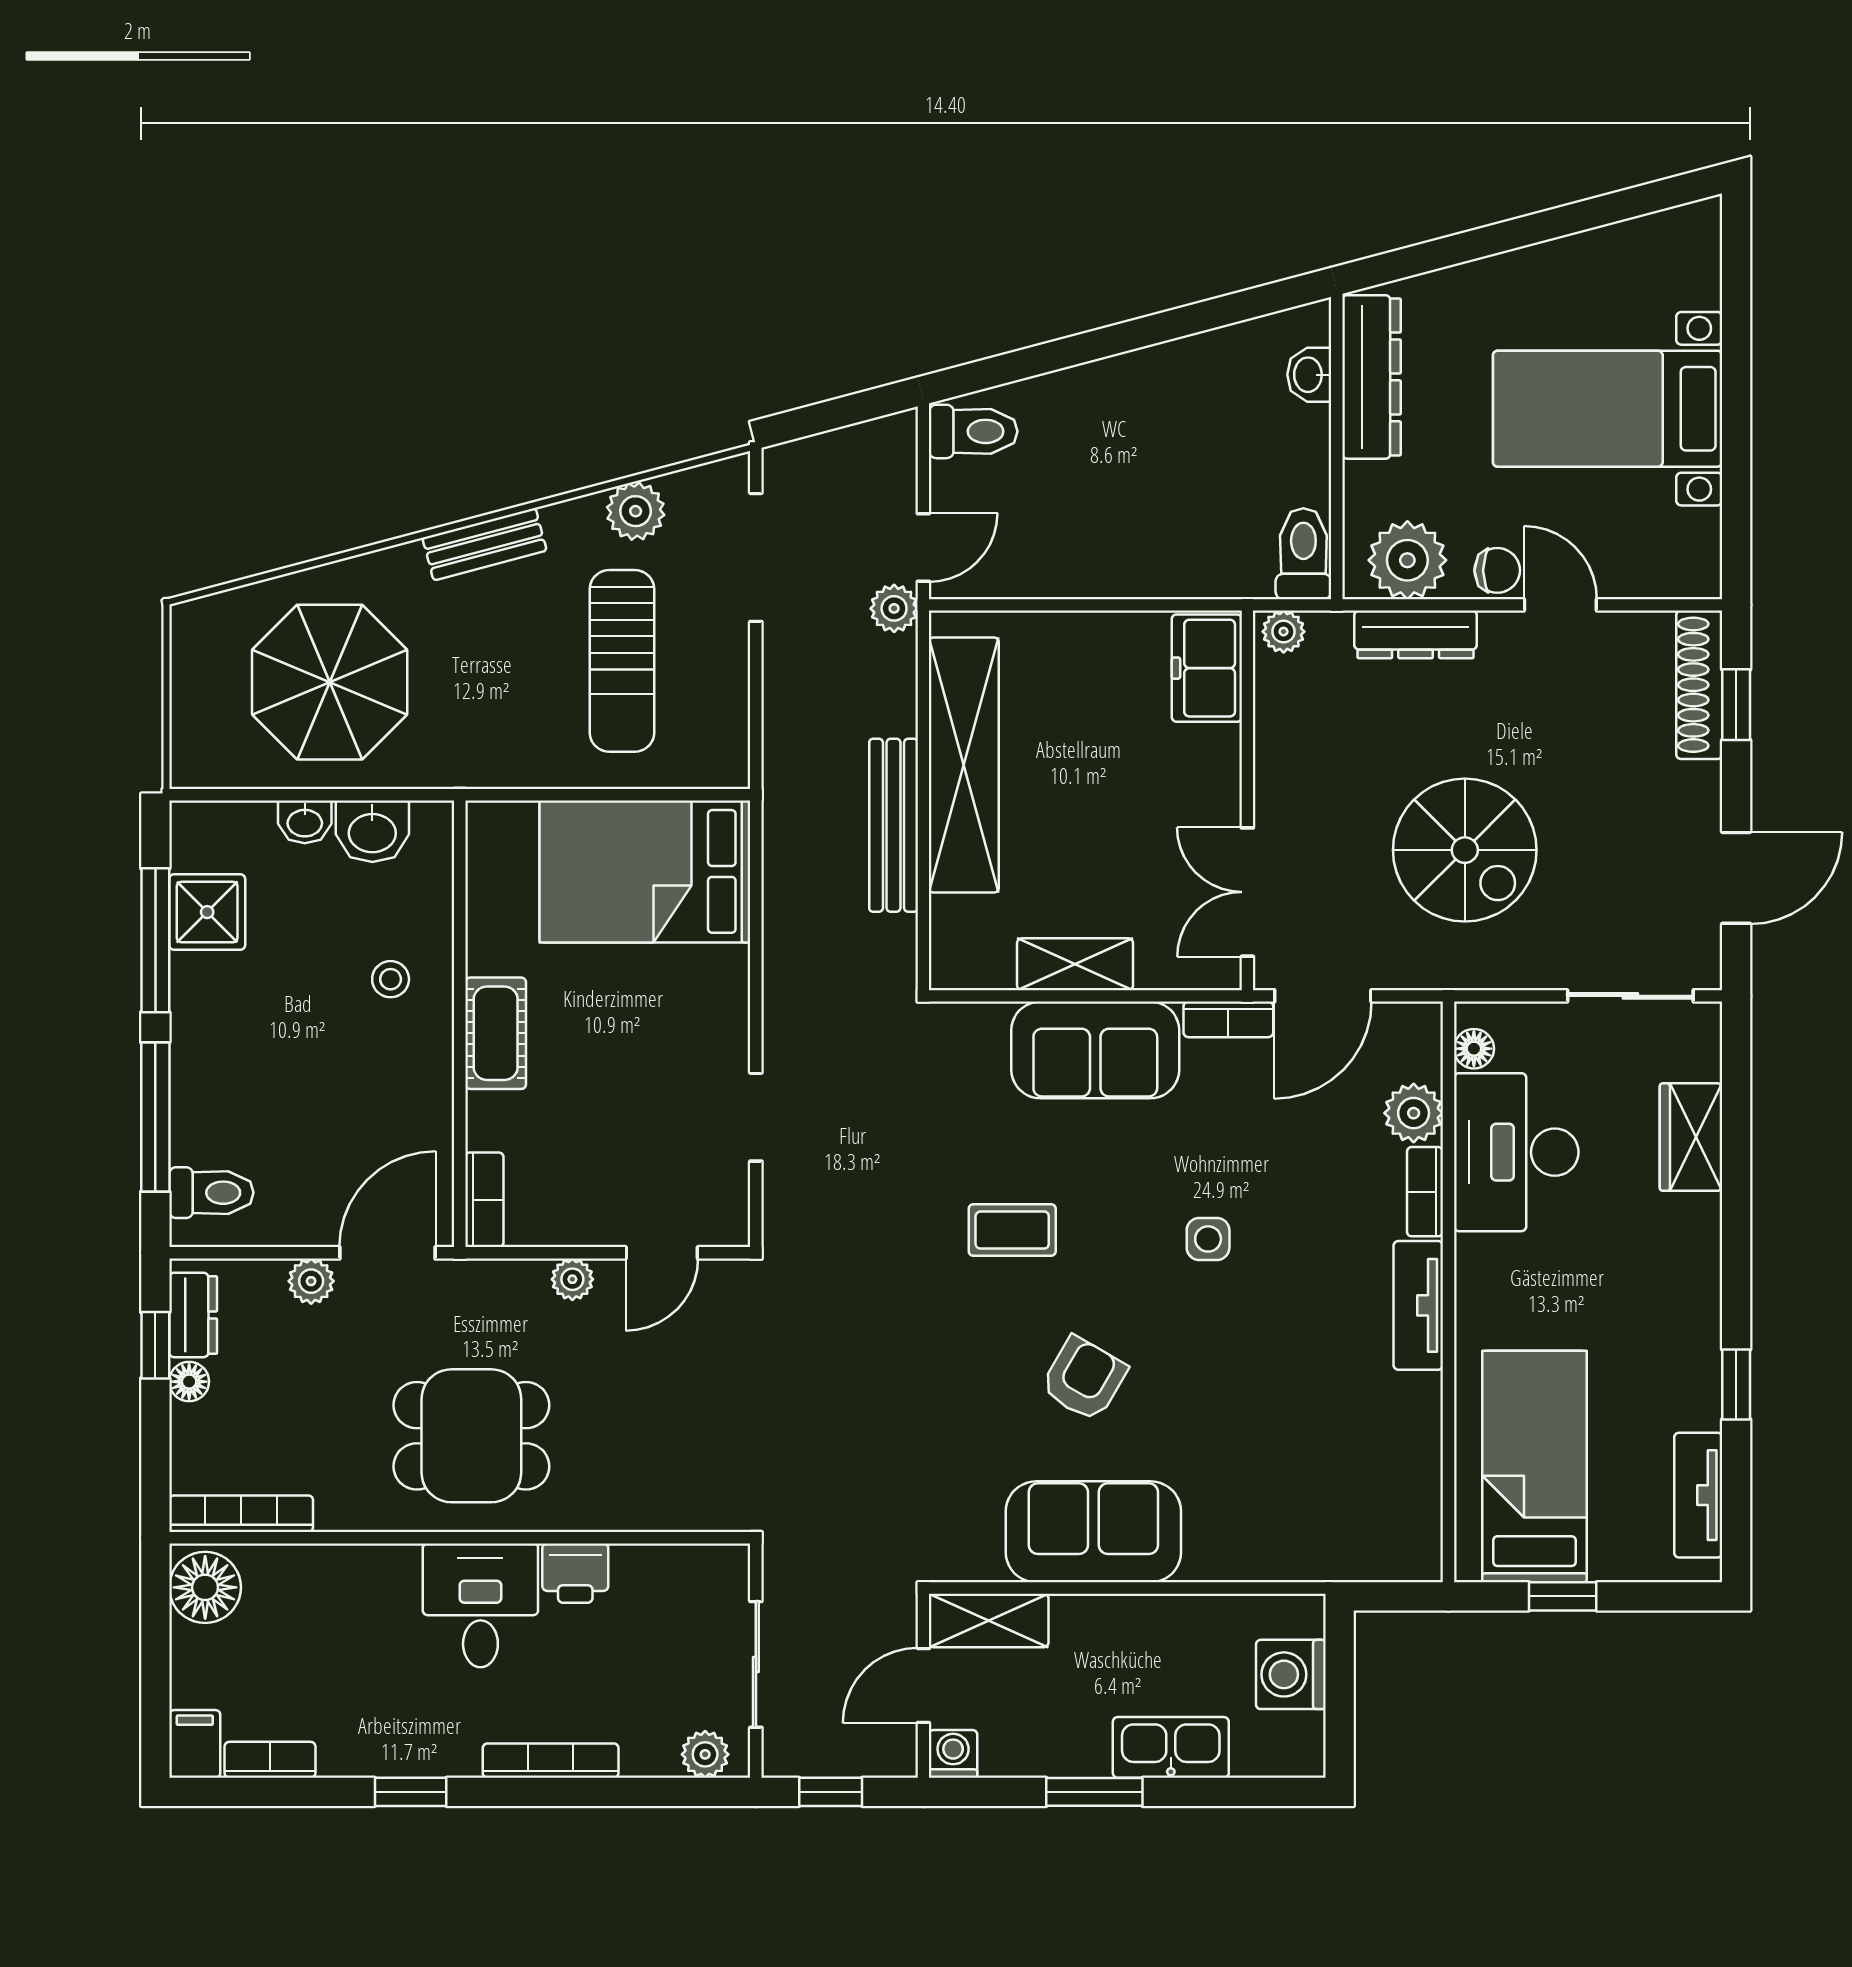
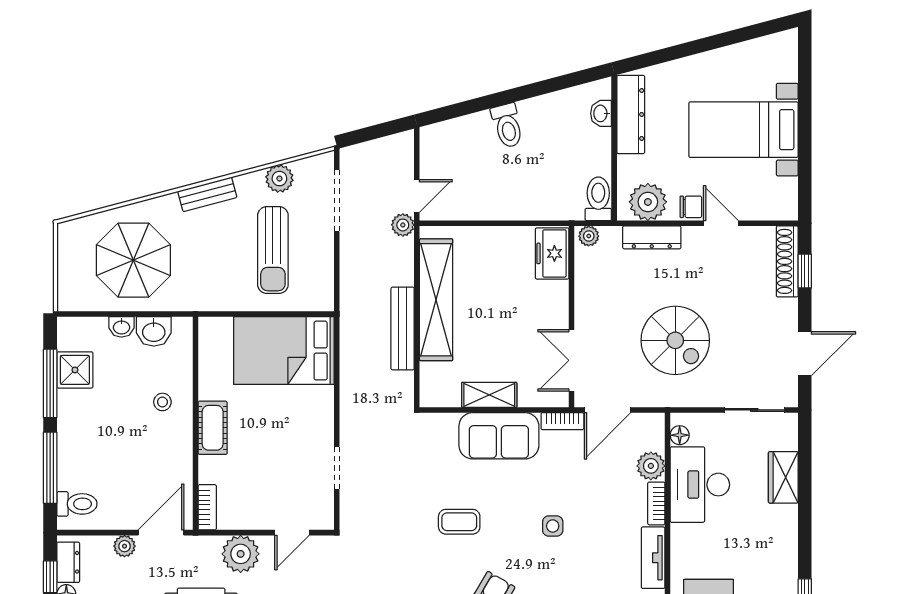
toilet: (973, 431) -> (507, 126), moved, turned 75
plant: (572, 1279) -> (241, 554), width x1.87, depth x1.87

